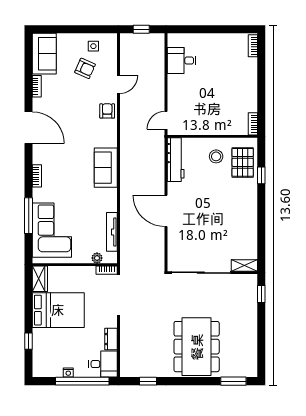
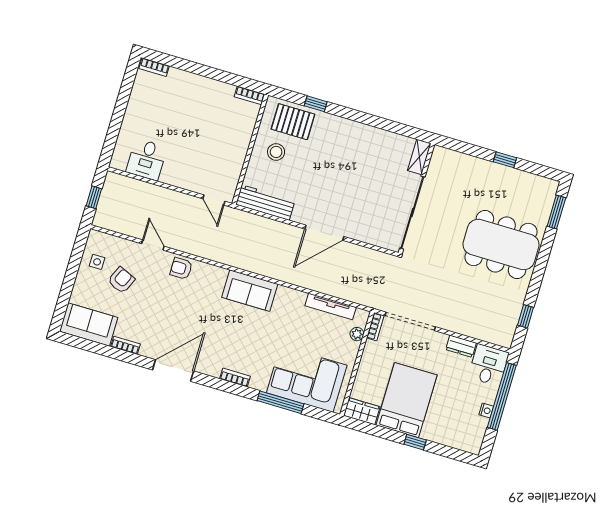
window: (261, 294) -> (505, 160), moved
window: (29, 341) -> (415, 442), moved

